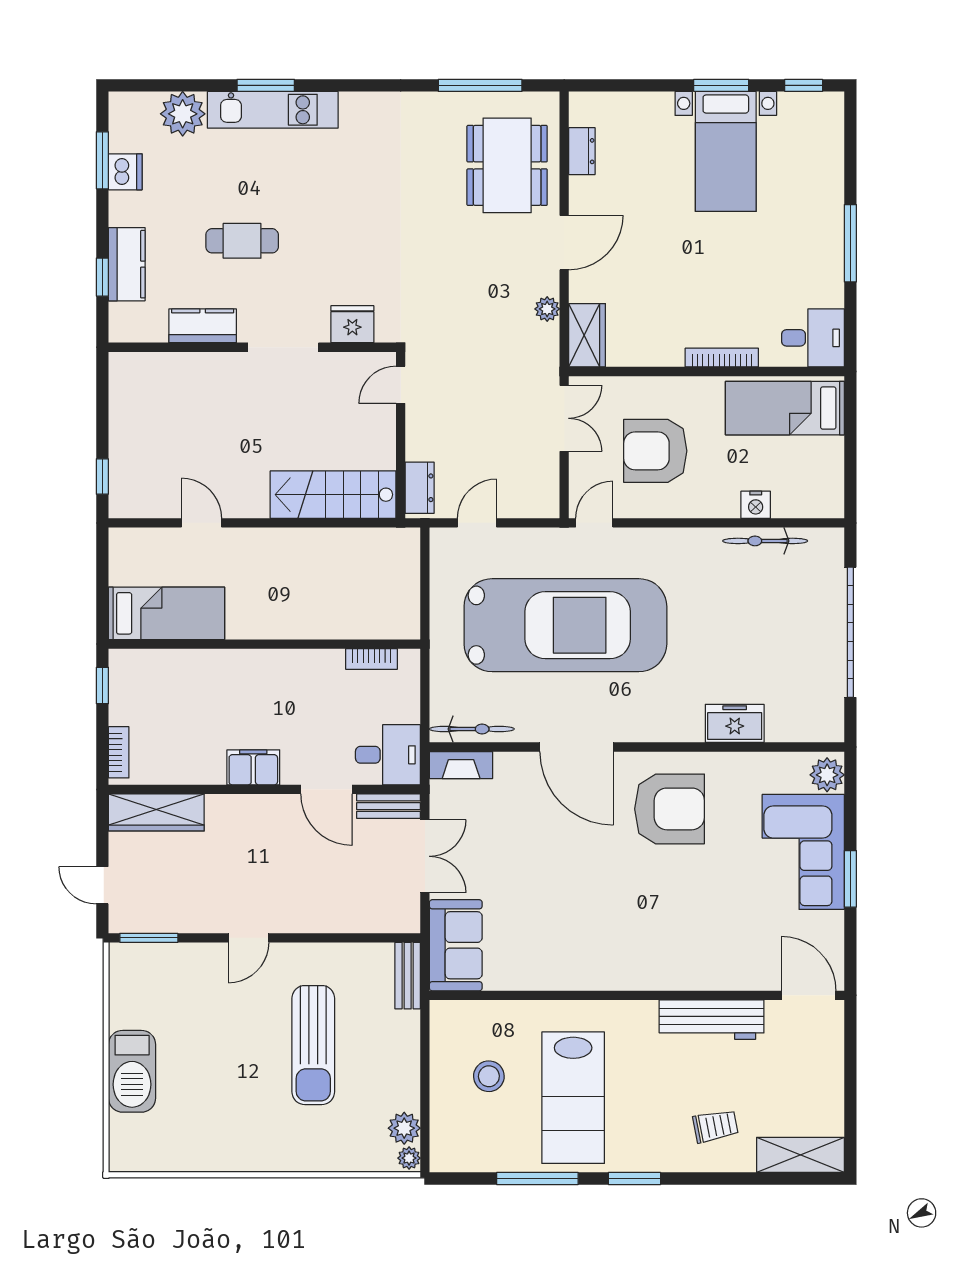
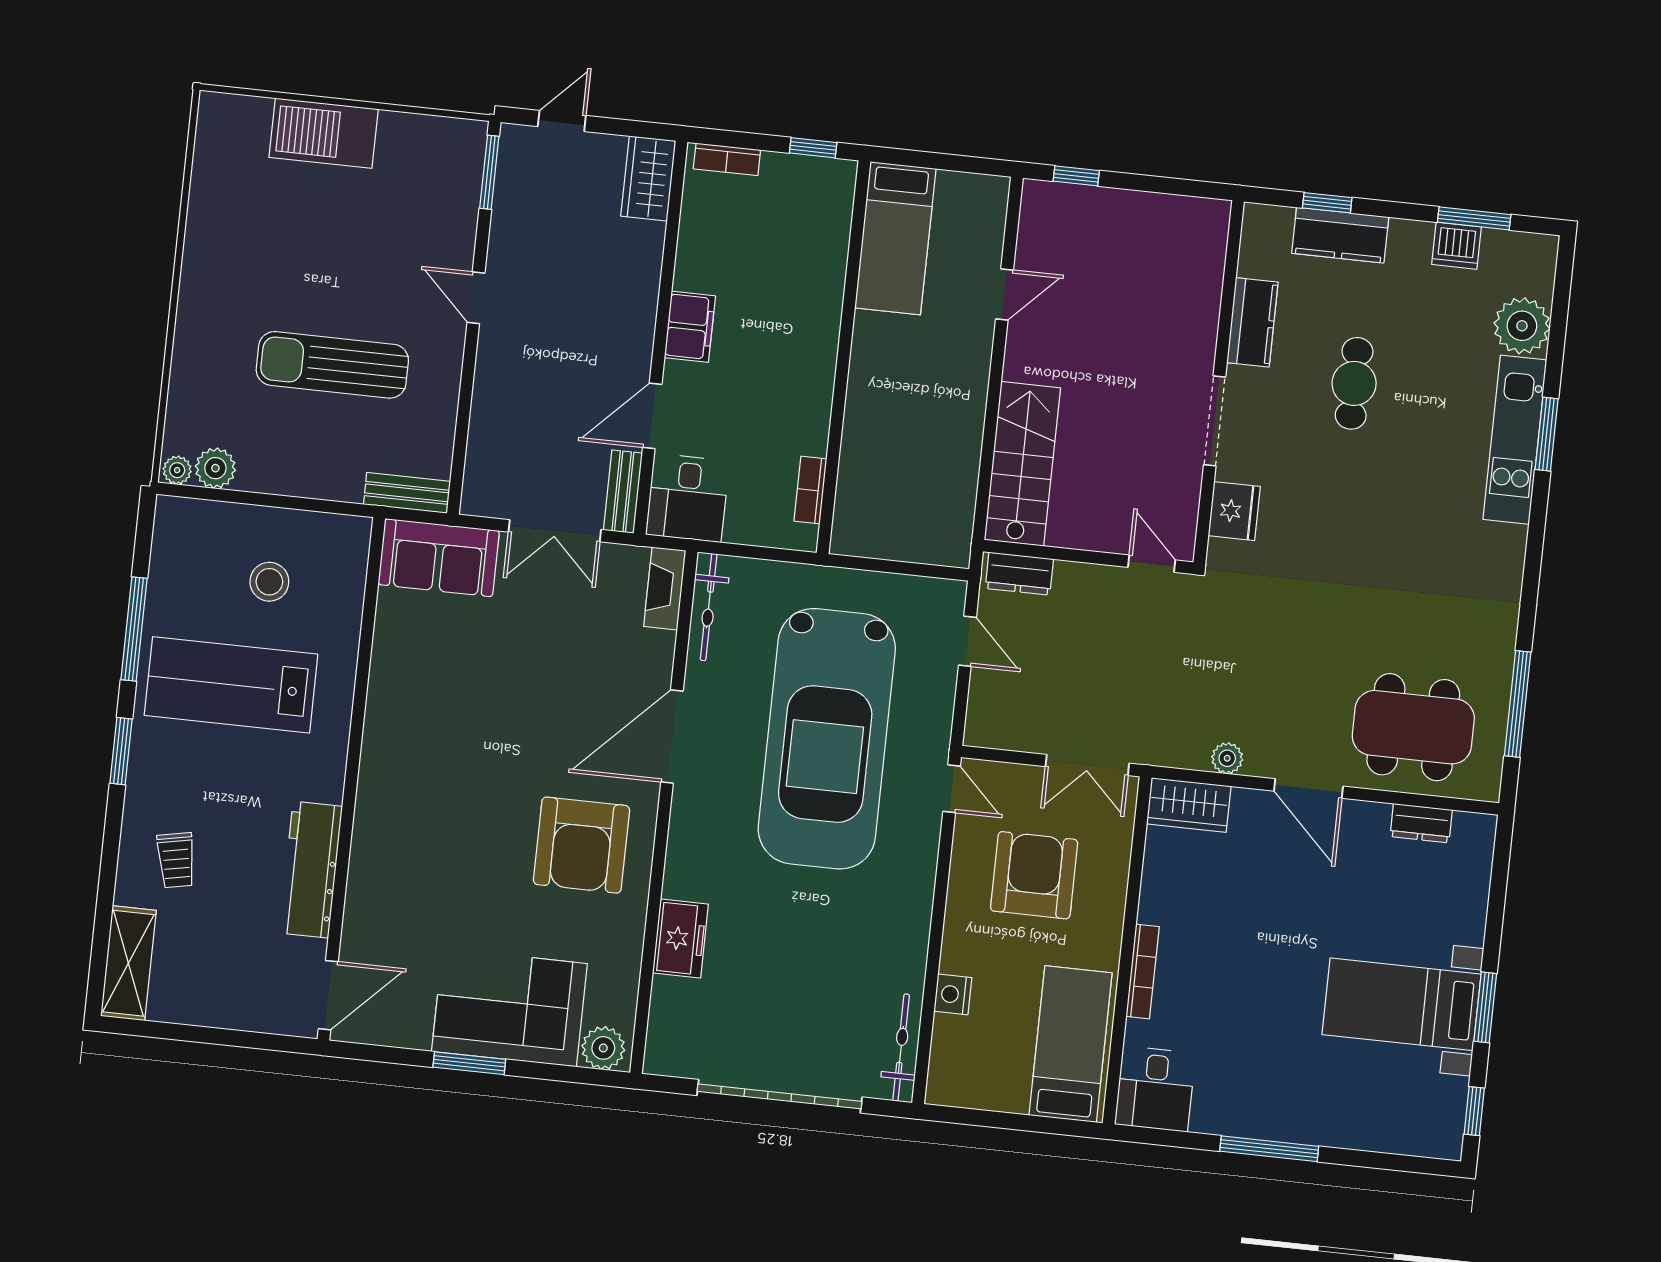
bicycle: (765, 541) -> (901, 1048), moved
wardrobe: (156, 812) -> (648, 178), width x0.67

